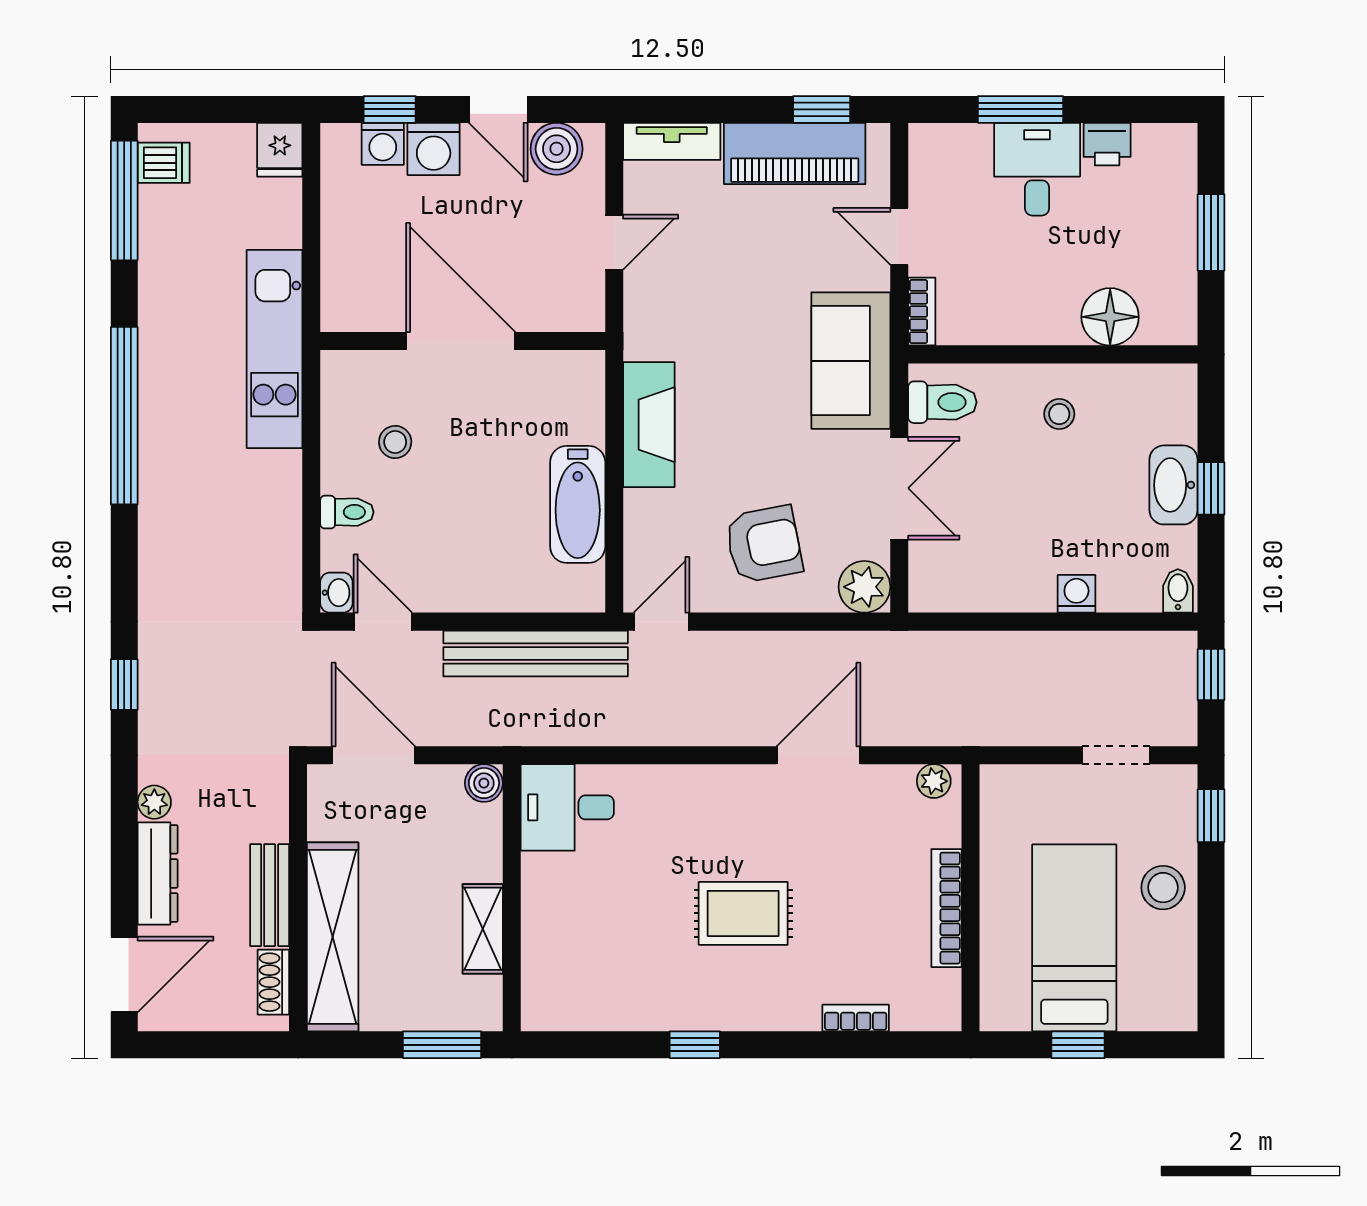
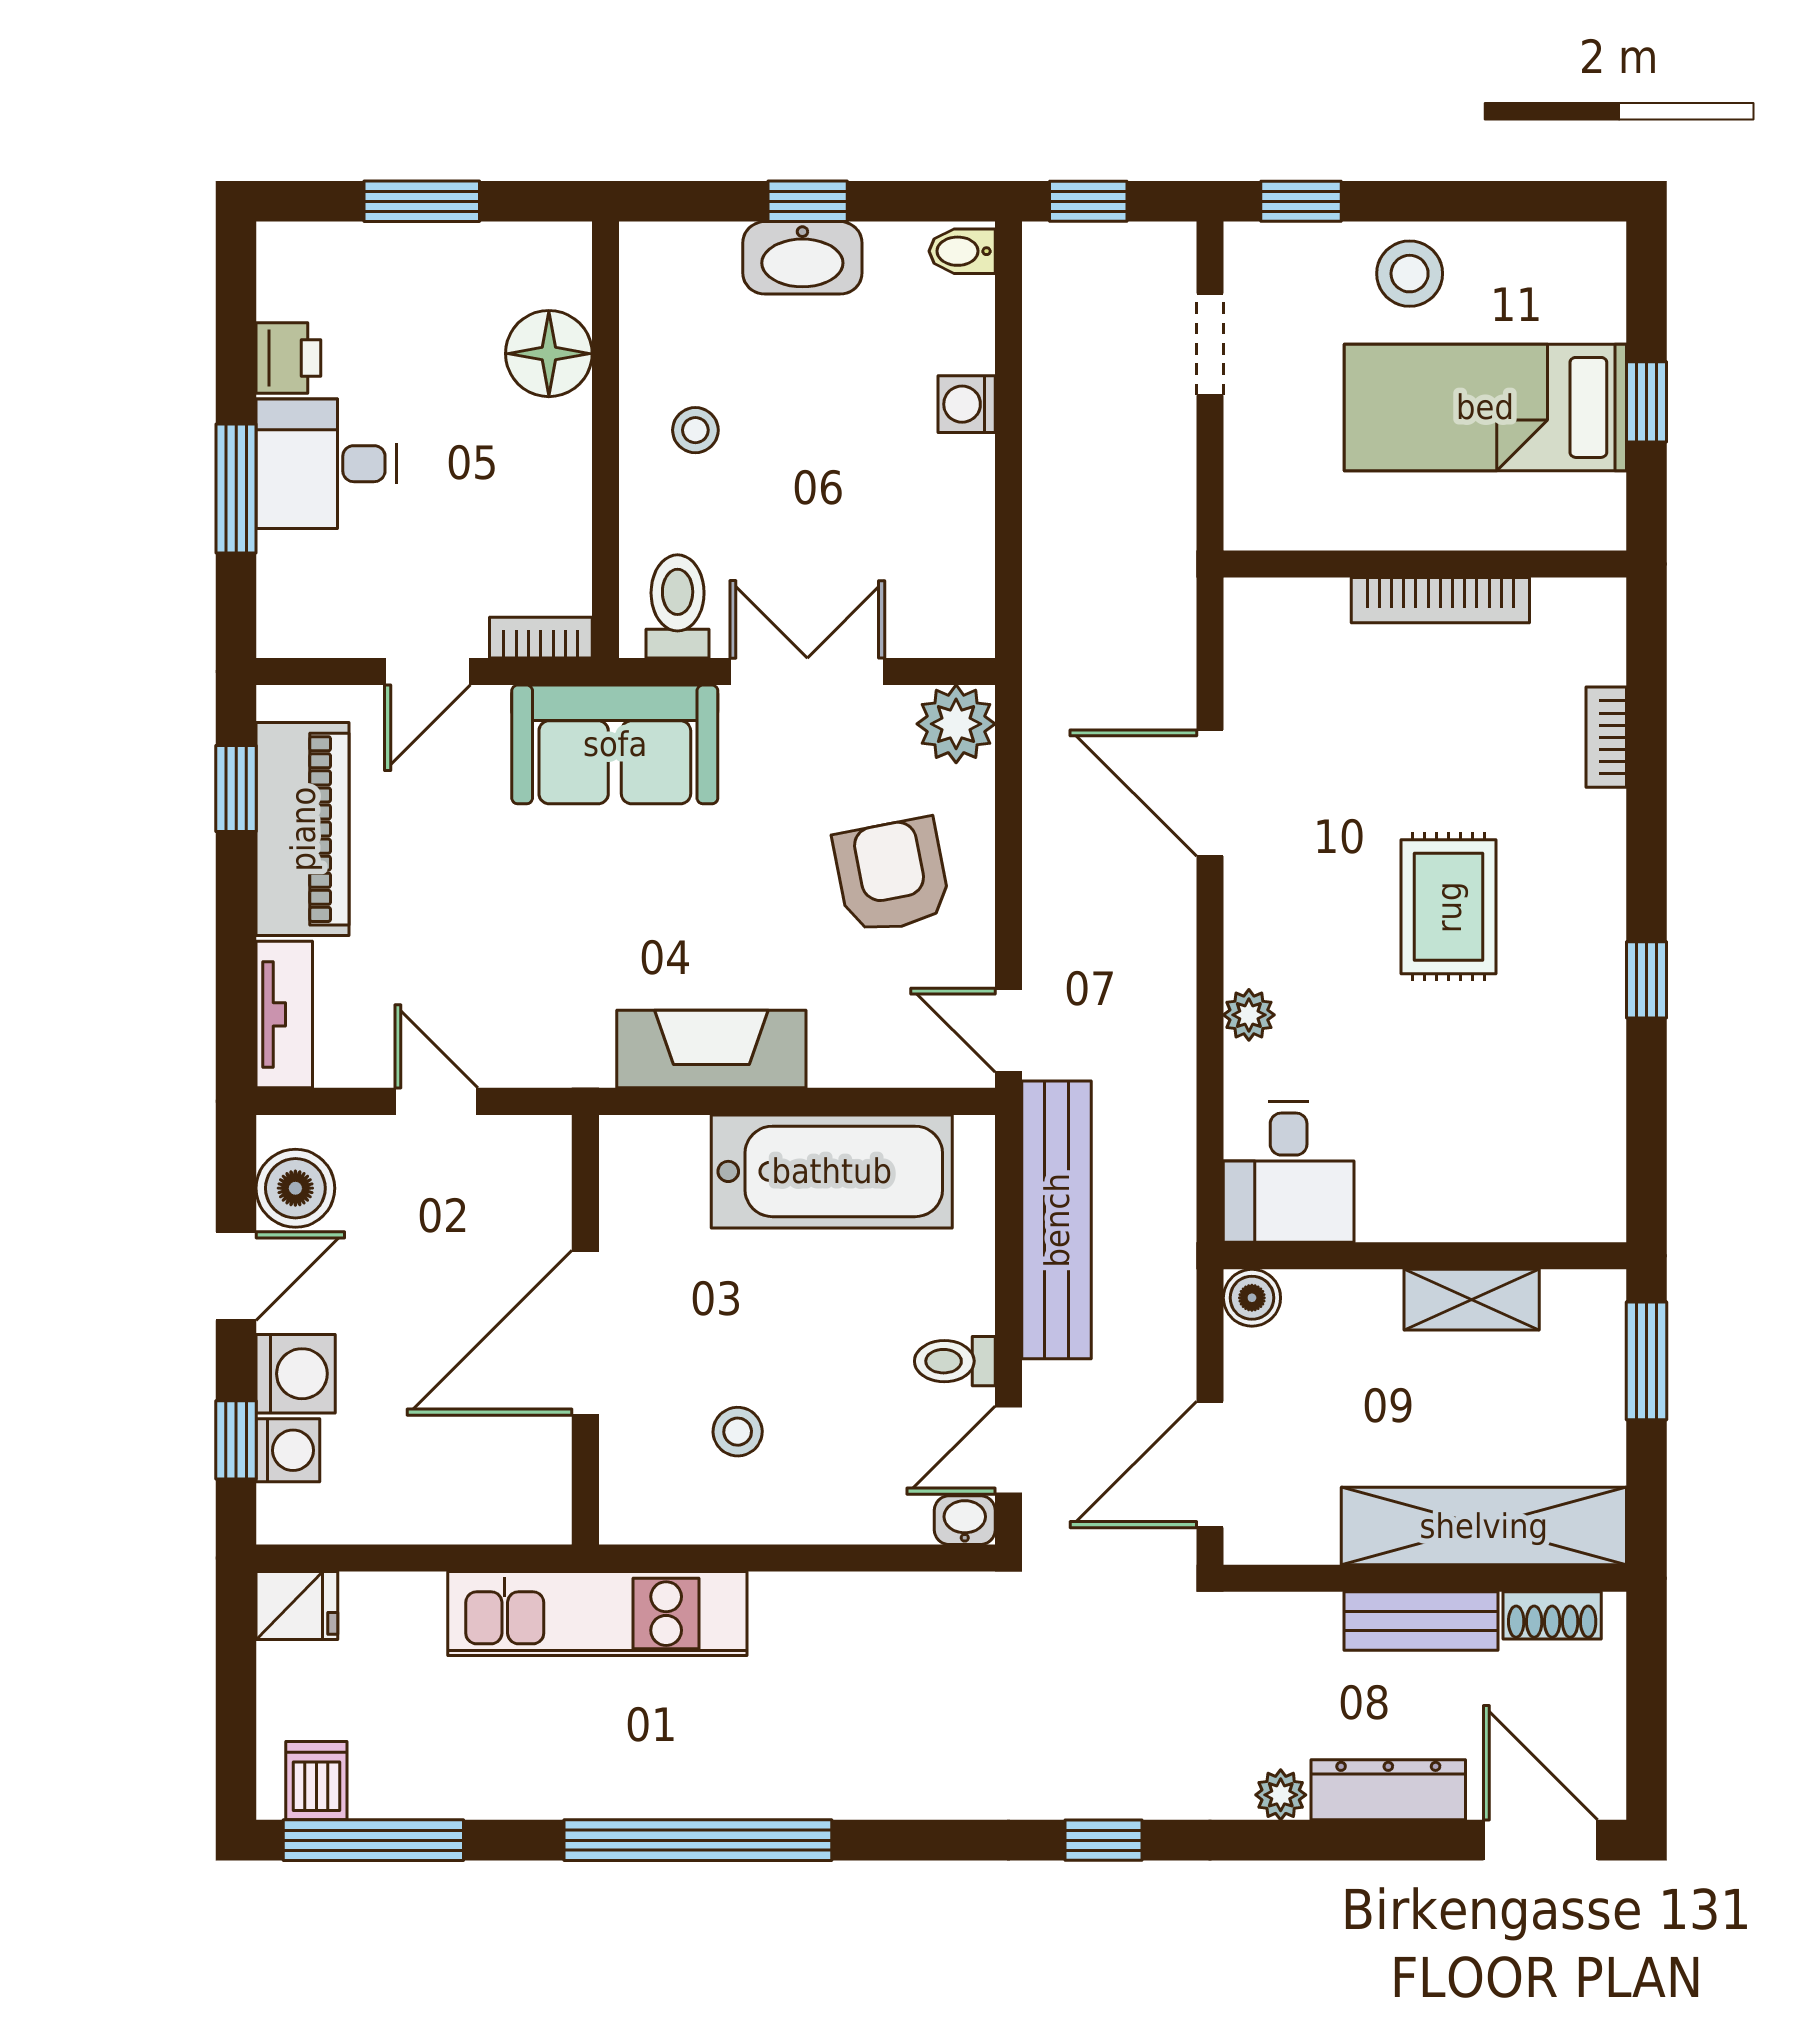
bathtub: (578, 504) -> (832, 1171), width x1.36, depth x1.36
toilet: (347, 512) -> (955, 1361), moved, turned -90
plant: (934, 781) -> (1249, 1015), moved

